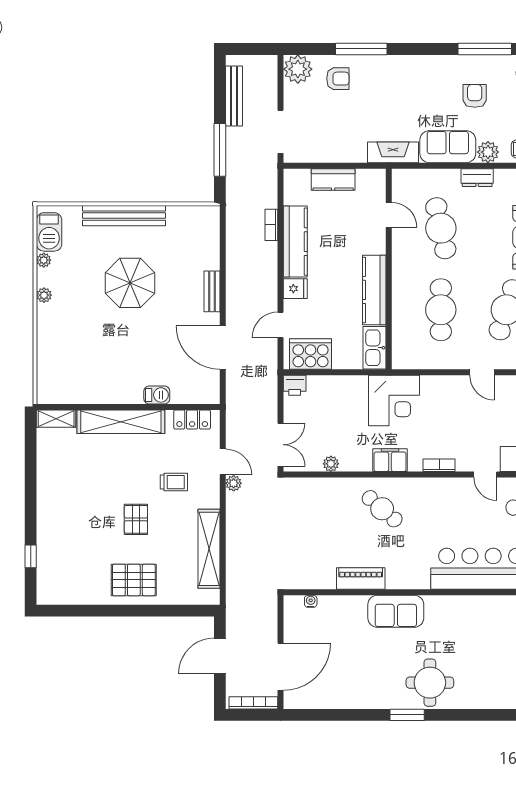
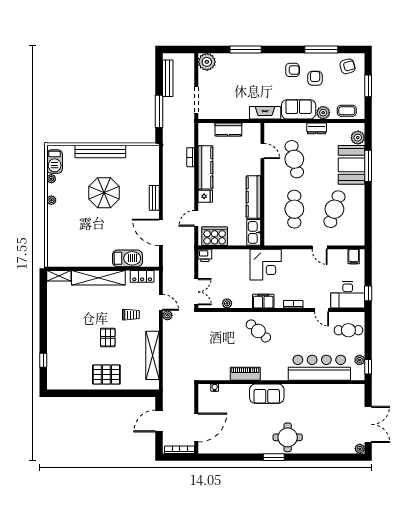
armchair: (338, 79) -> (293, 70), moved
barbecue: (157, 395) -> (127, 258), width x1.88, depth x1.53

